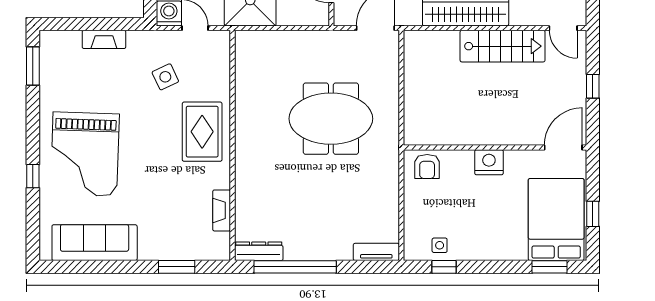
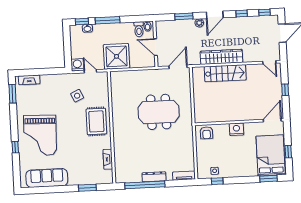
fireplace: (104, 39) -> (29, 80), moved
stairs: (503, 46) -> (225, 73), moved
dresser: (259, 251) -> (154, 177), moved

